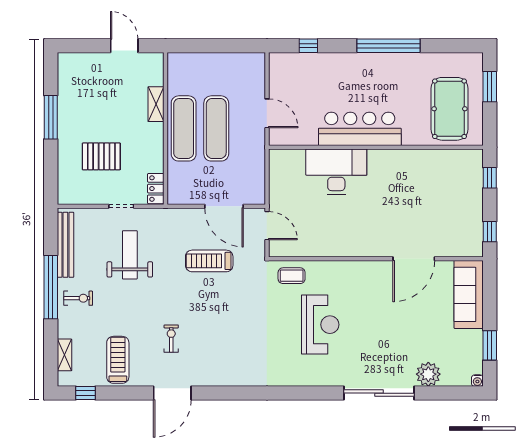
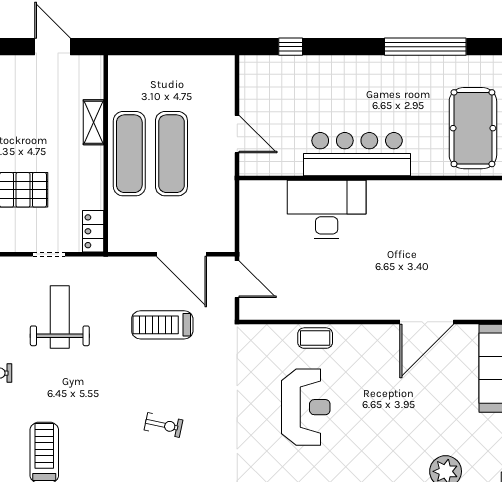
window: (388, 46) -> (425, 47), moved
coffee table: (292, 276) -> (315, 338), moved
exercise bike: (171, 339) -> (163, 425), moved, turned 102

